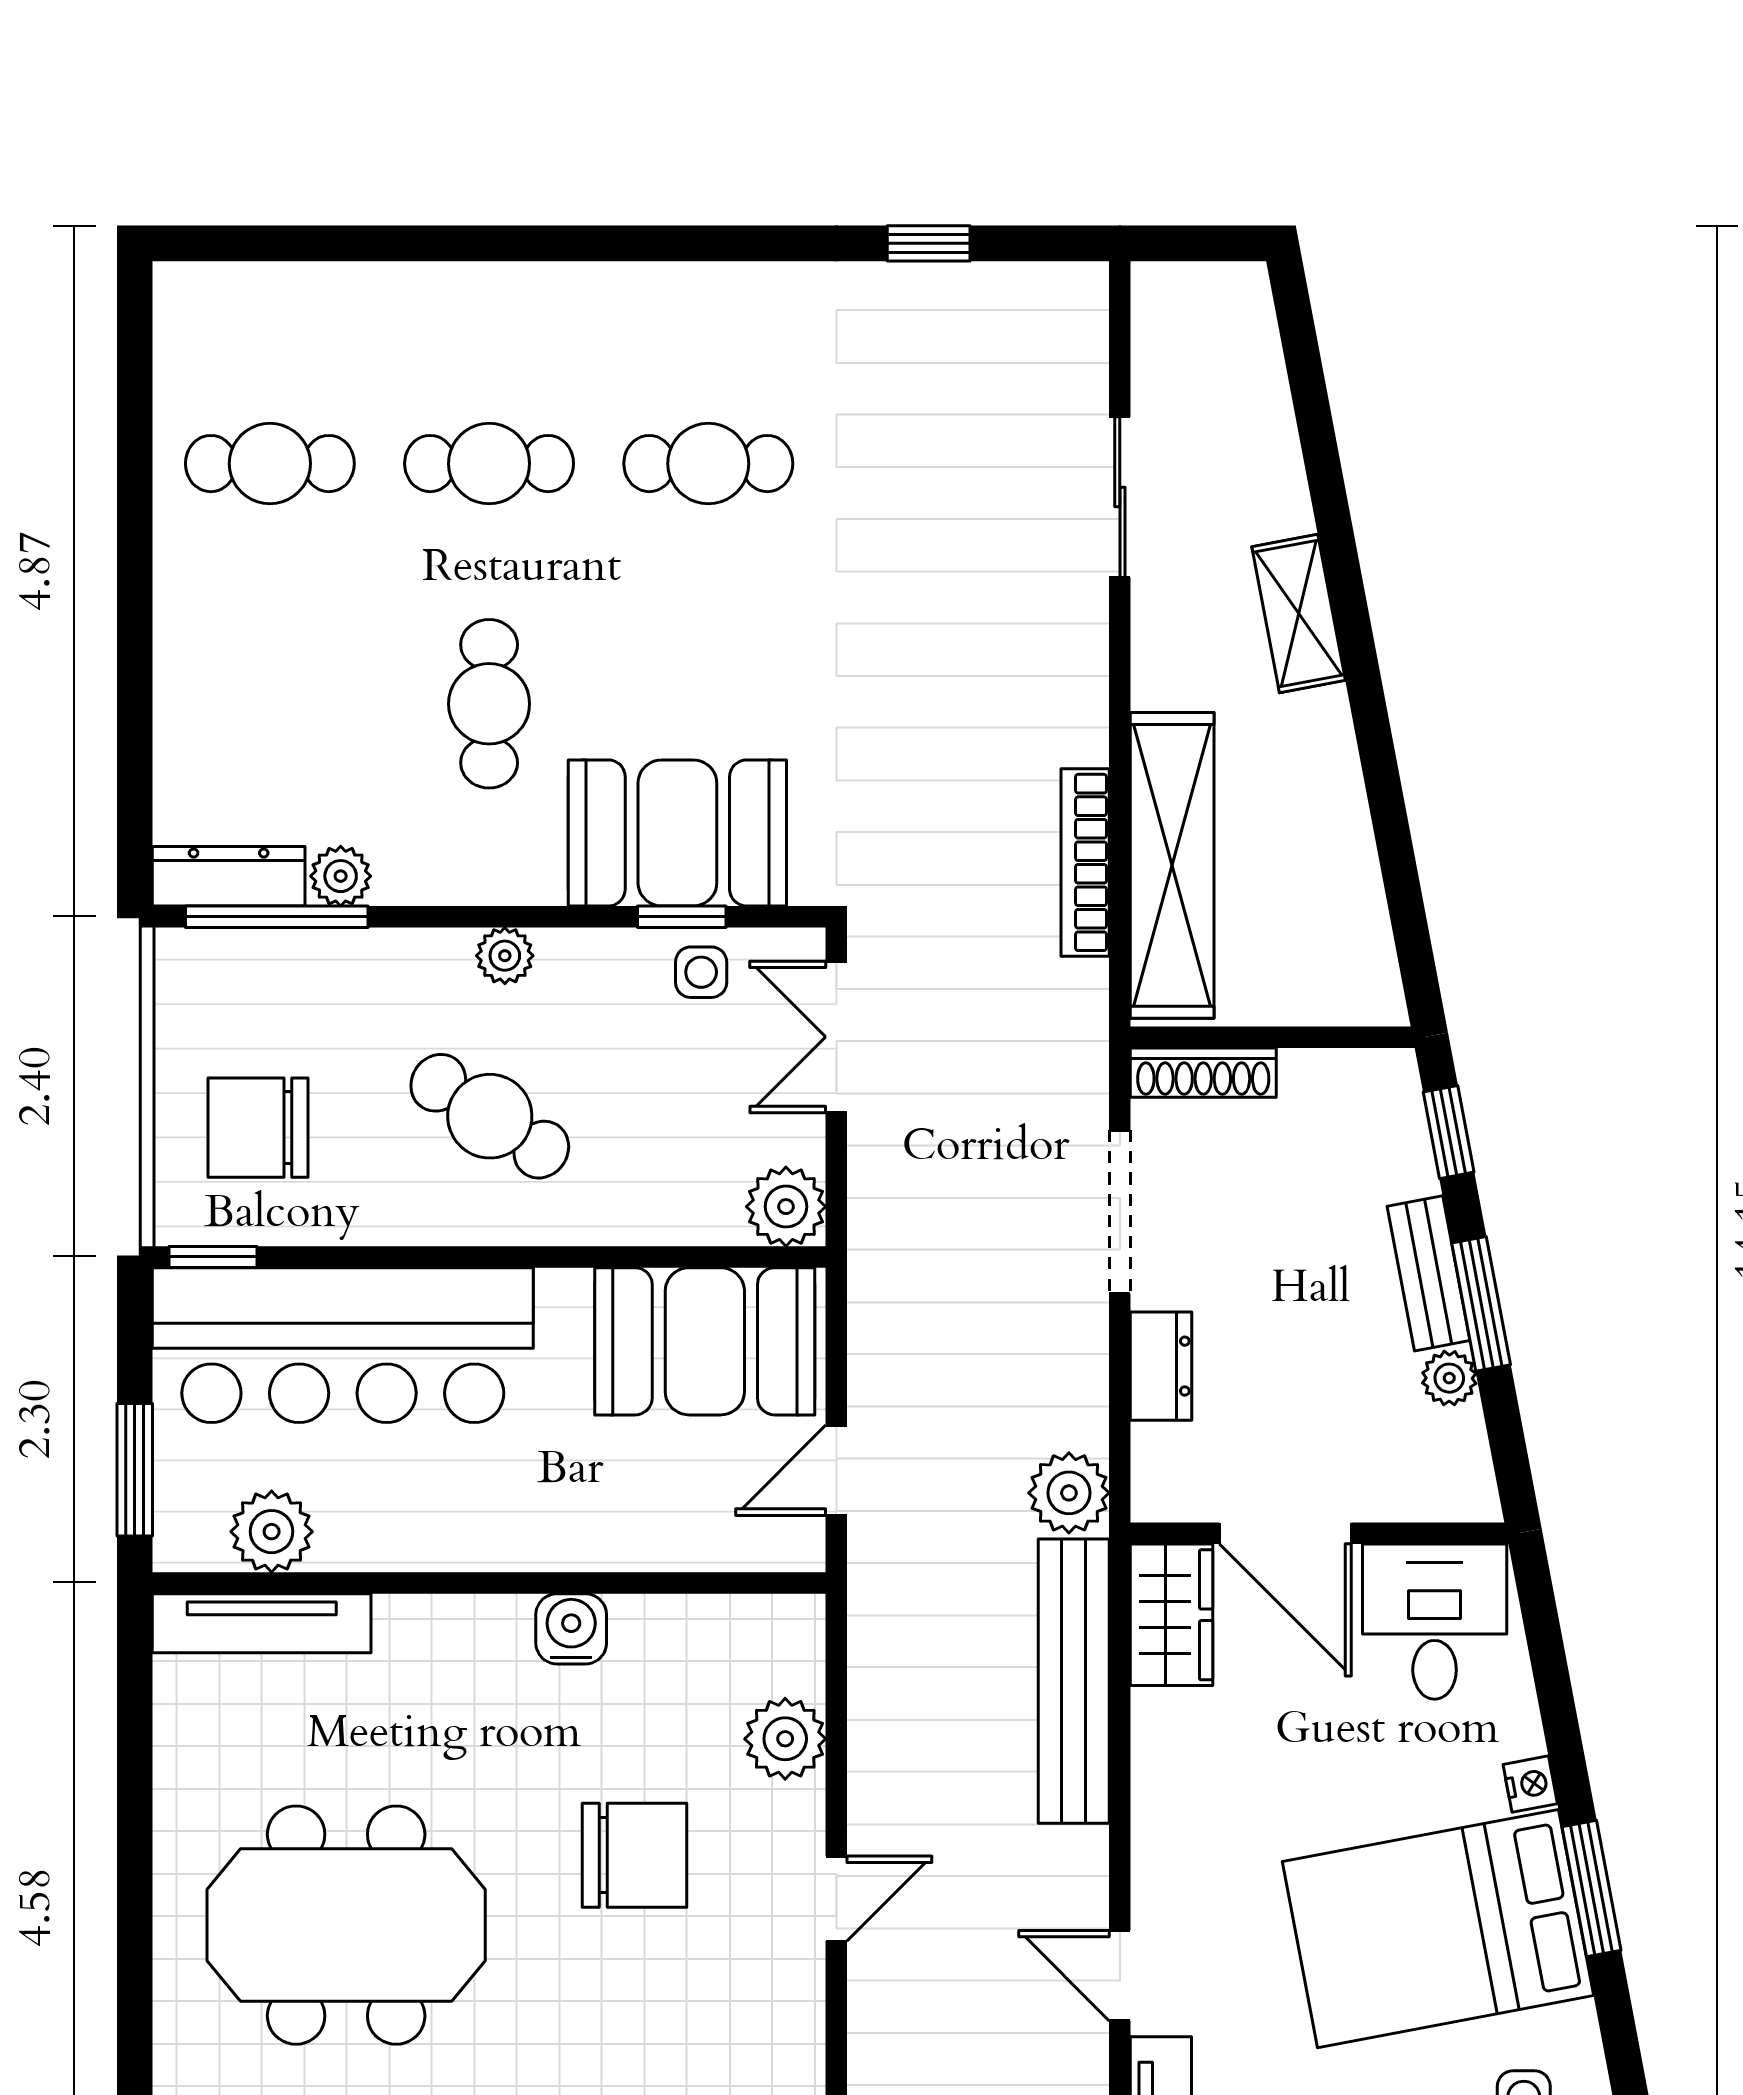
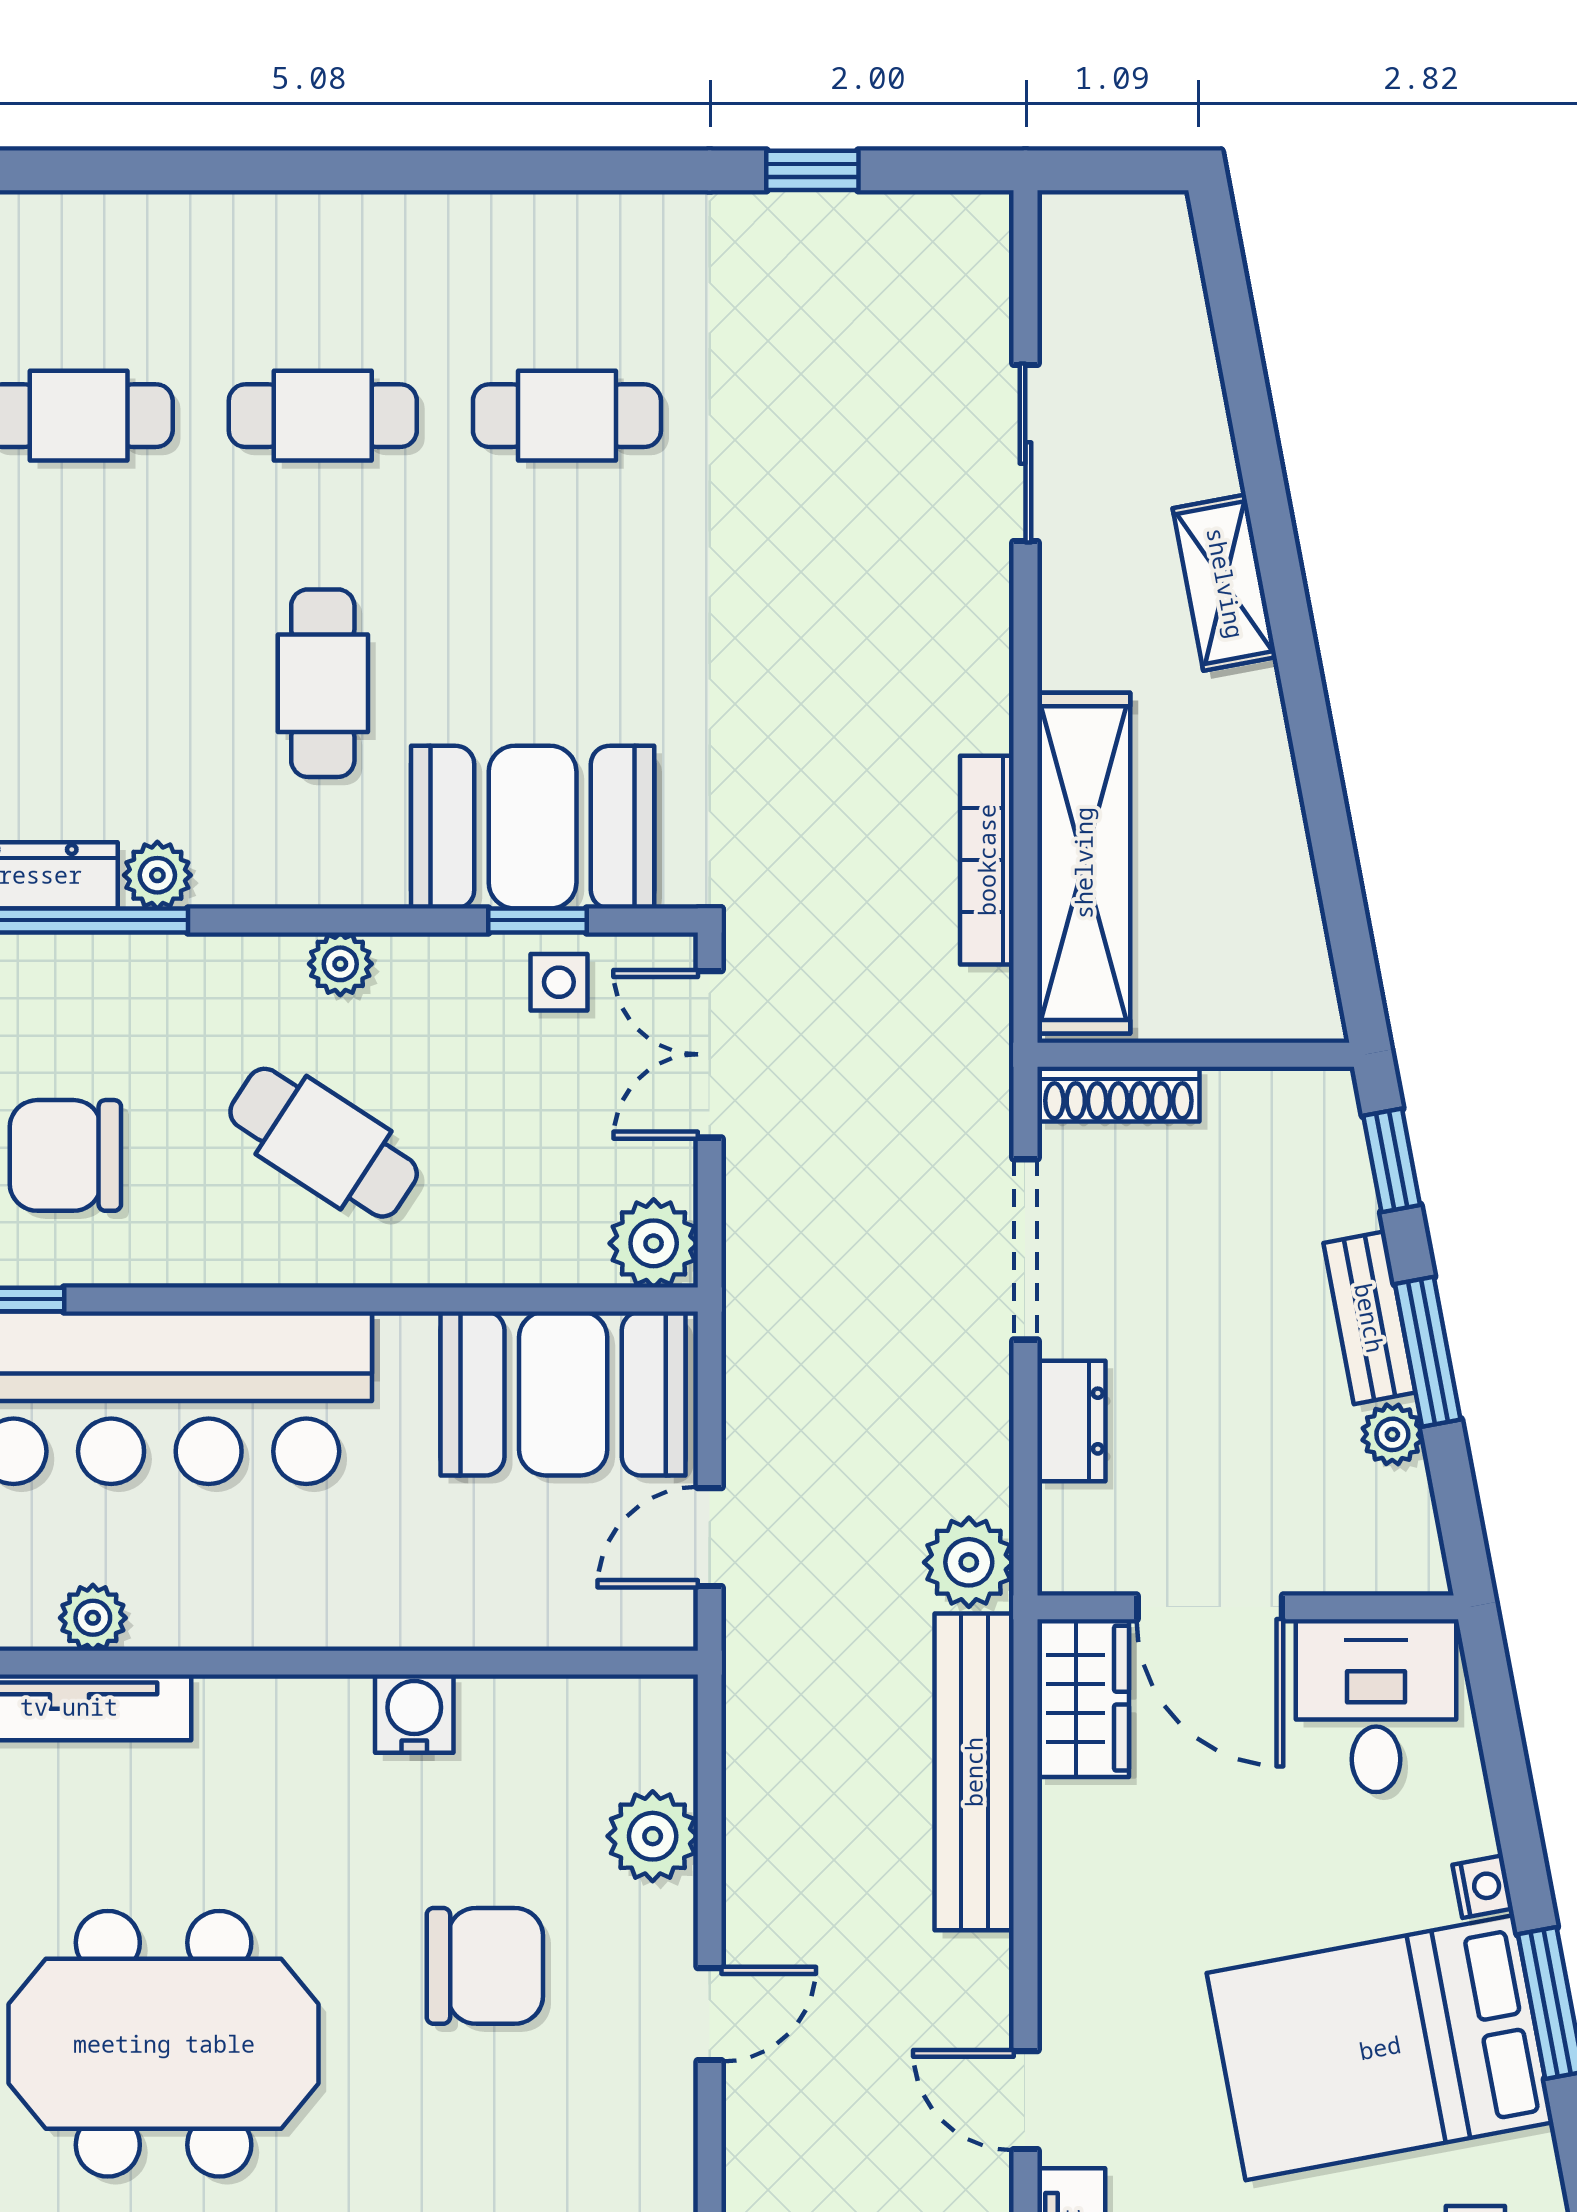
plant: (272, 1532) -> (93, 1618), width x0.73, depth x0.73

